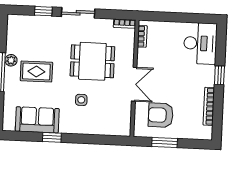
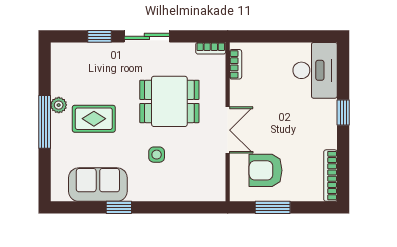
bookcase: (209, 106) -> (330, 176), moved

